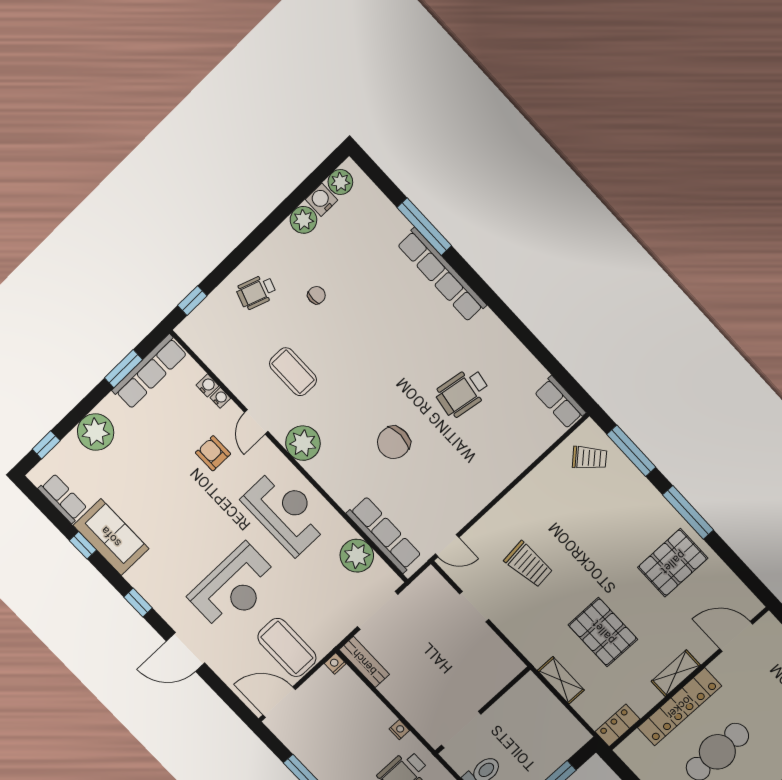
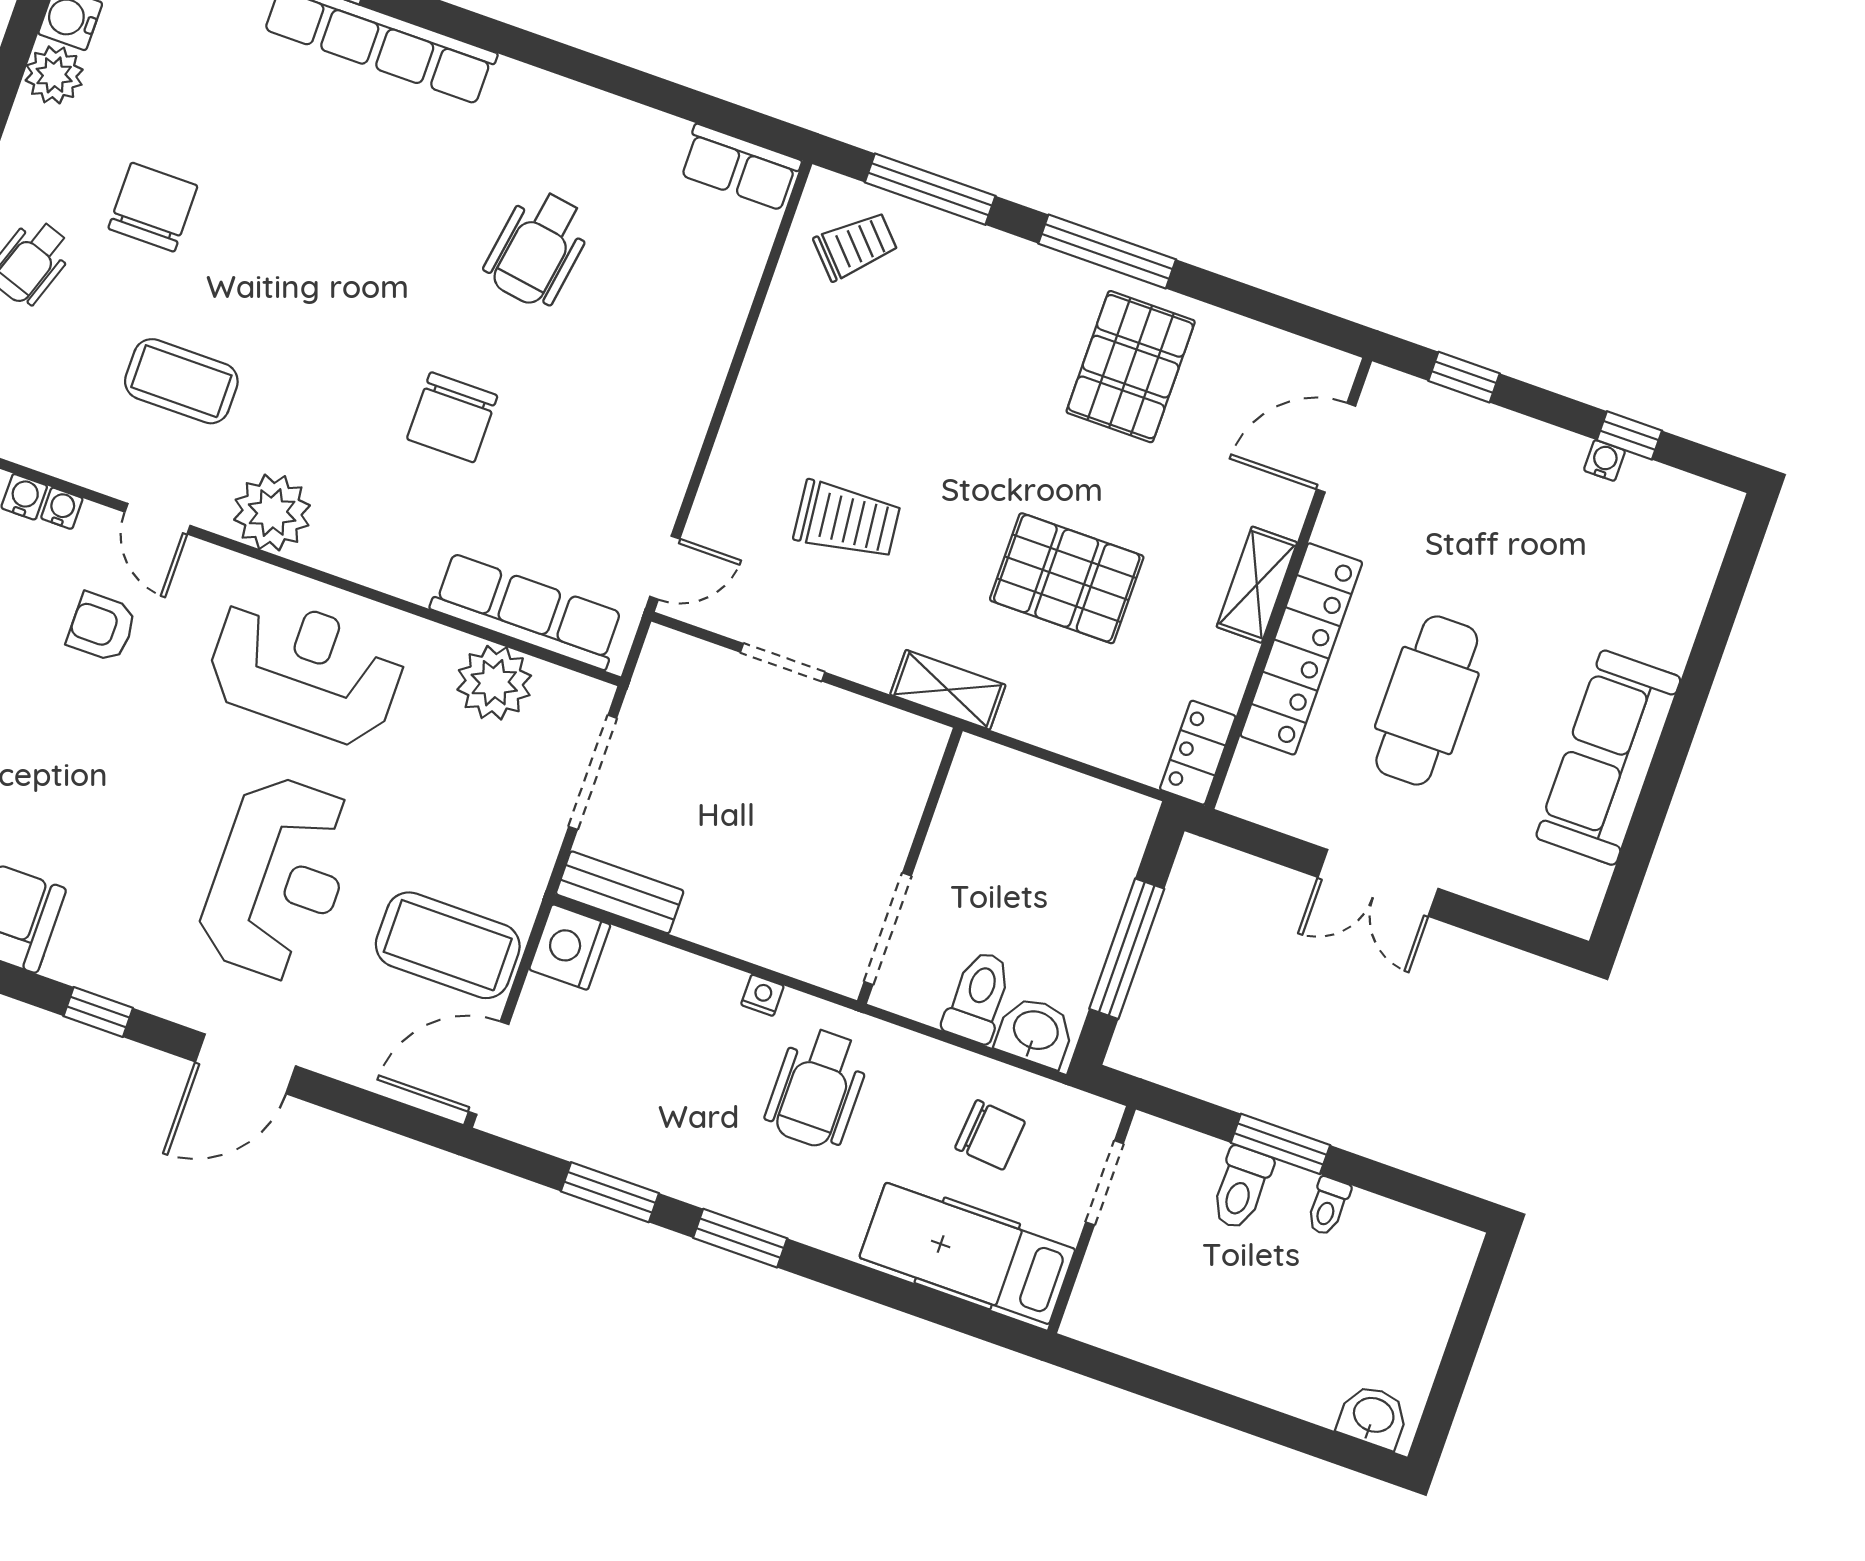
chair: (317, 295) -> (153, 207), width x1.87, depth x1.87
nightstand: (335, 664) -> (570, 947), width x1.89, depth x1.79
shelving: (561, 680) -> (948, 690), moved

